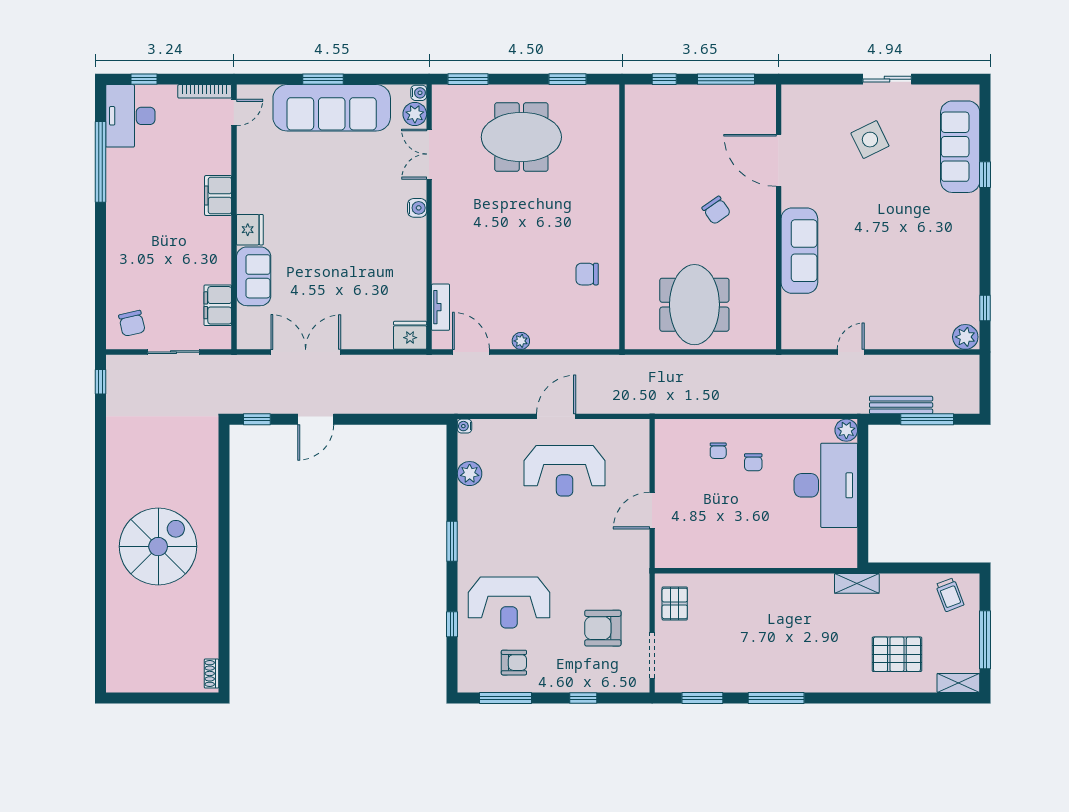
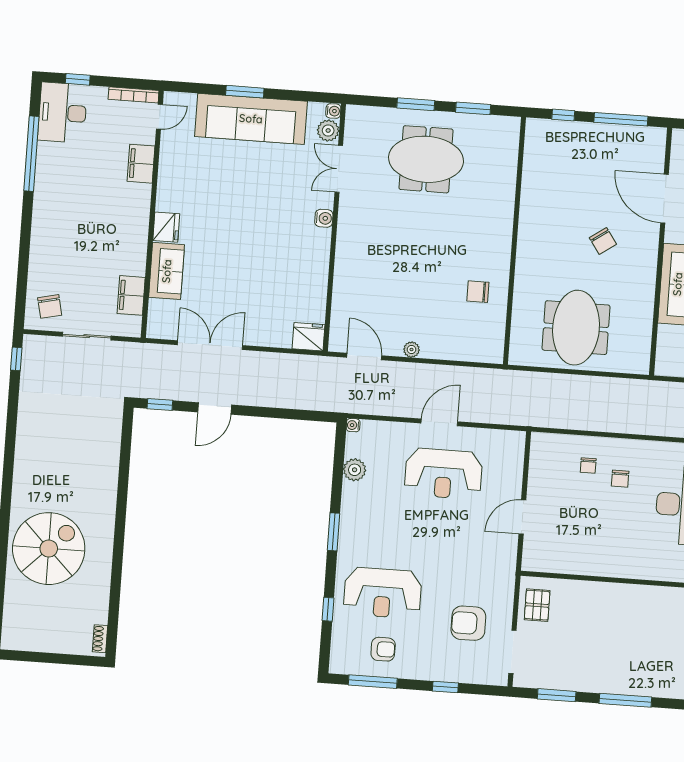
window: (468, 79) -> (416, 104), moved
filing cabinet: (218, 196) -> (141, 164), moved
tv unit: (441, 307) -> (339, 313), removed
spiral stairs: (158, 547) -> (49, 549), moved

